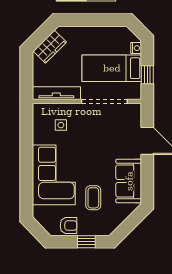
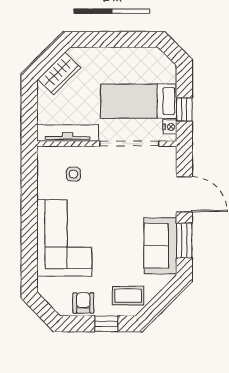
nightstand: (136, 48) -> (170, 127), moved
window: (147, 177) -> (184, 241), added
coffee table: (93, 198) -> (128, 296), moved, turned 90
armchair: (69, 226) -> (83, 303), turned -90

